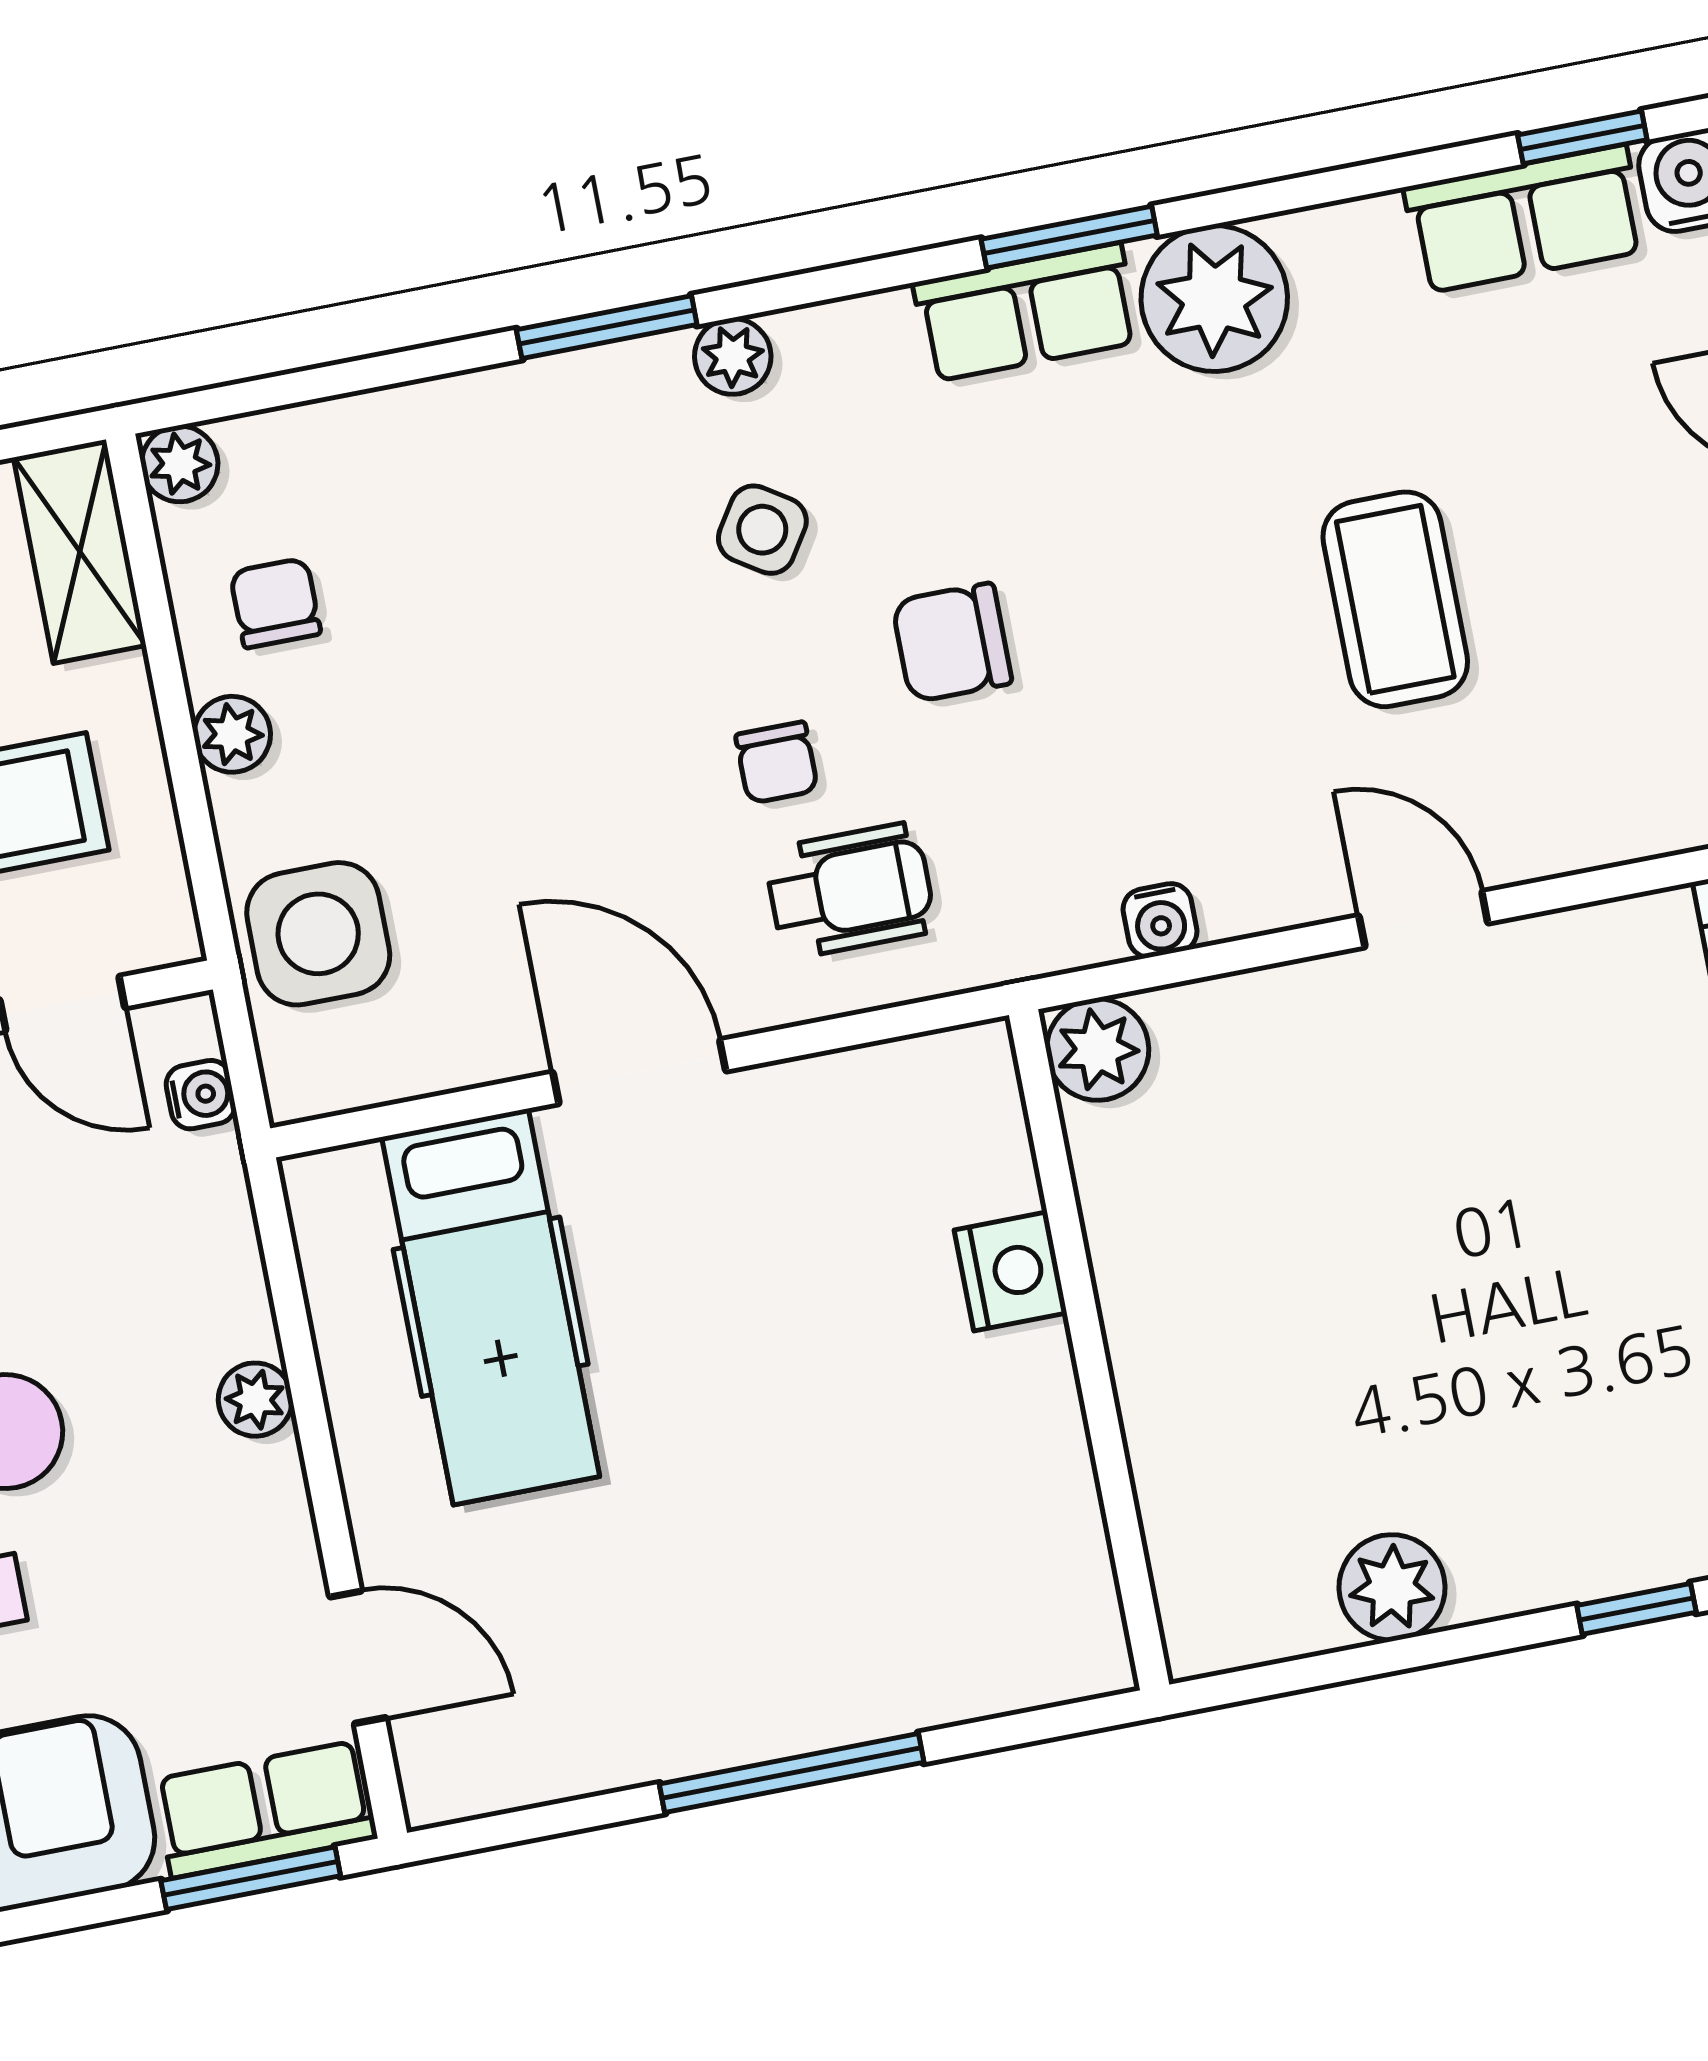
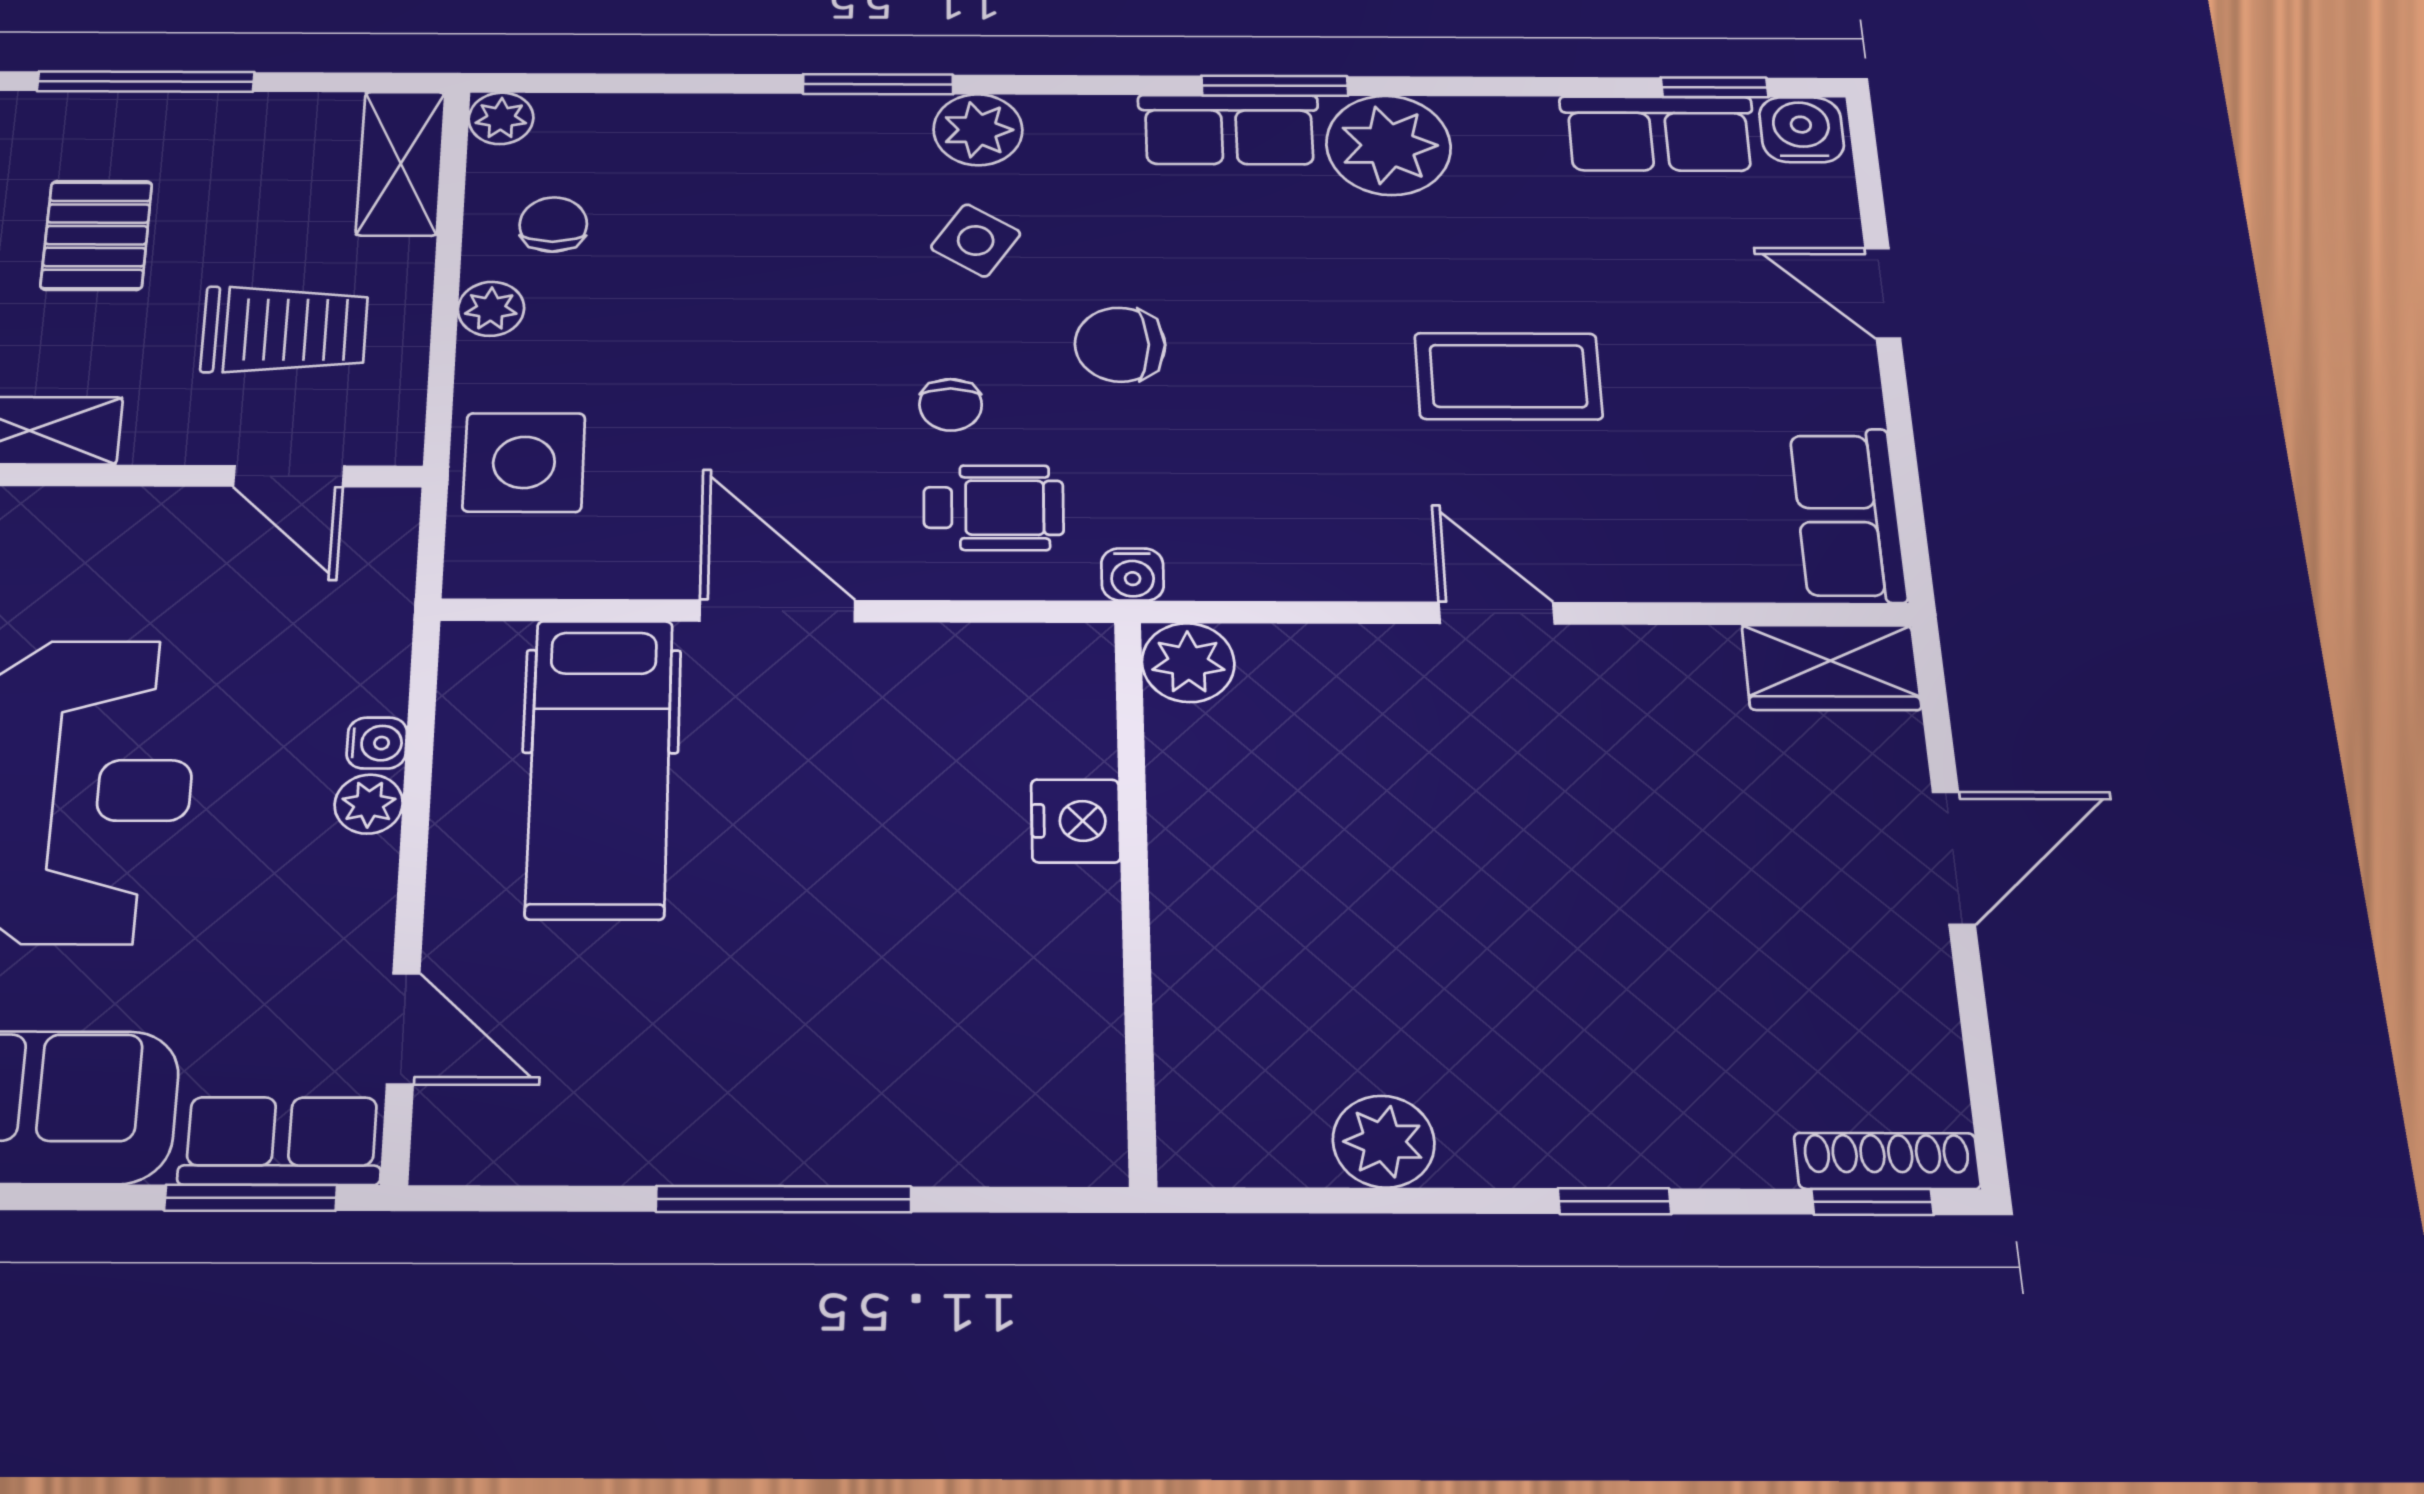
plant: (733, 356) -> (978, 130), width x1.38, depth x1.38
coffee table: (1395, 599) -> (1508, 376), turned 90
water cooler: (1160, 920) -> (1132, 574), moved
water cooler: (201, 1095) -> (377, 743), moved

